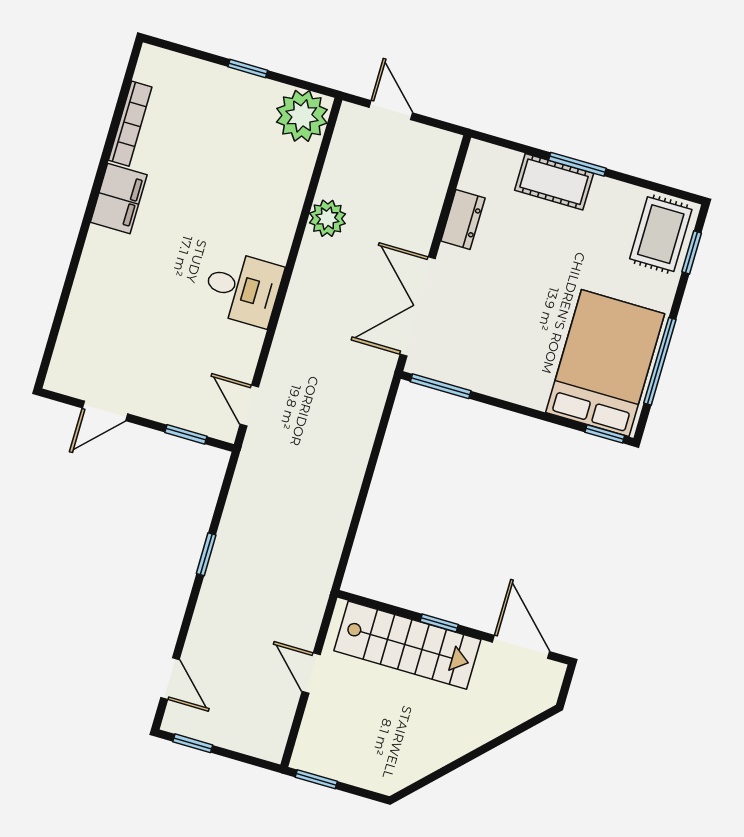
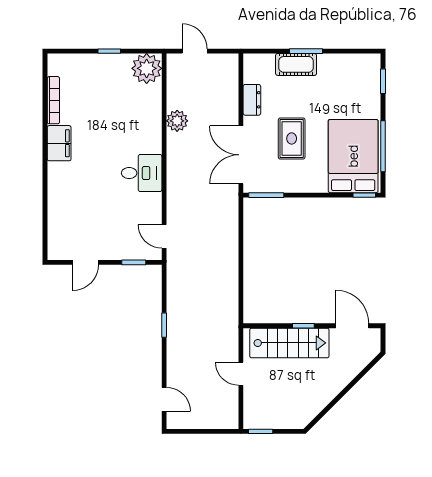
rug: (661, 234) -> (292, 138), moved
window: (193, 743) -> (187, 431), removed

